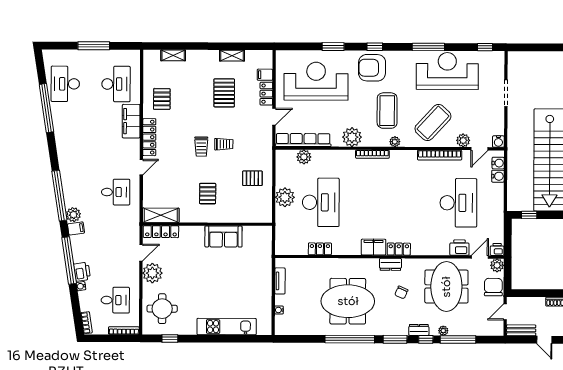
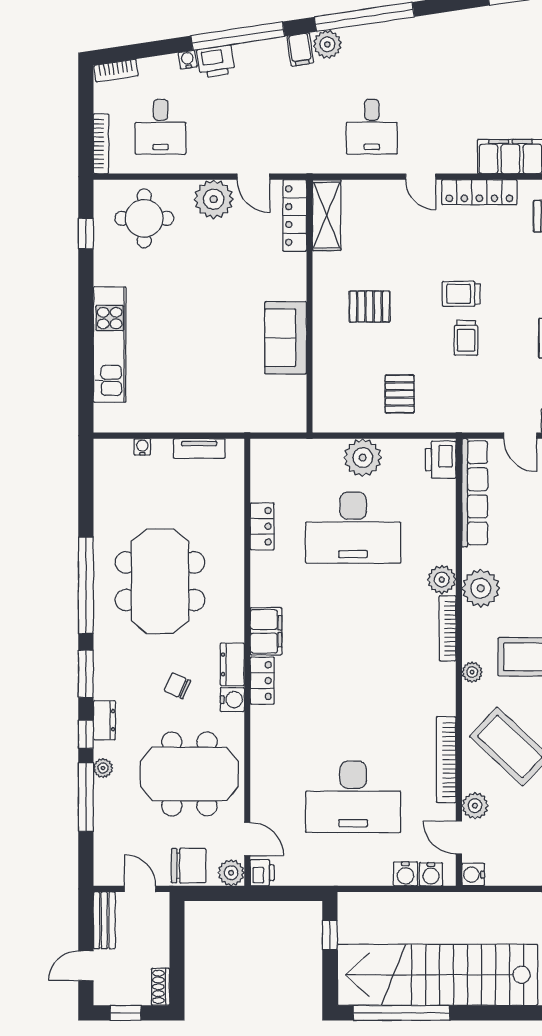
plant: (304, 157) -> (442, 580), moved
printer: (459, 248) -> (441, 460), moved, turned 180
water cooler: (408, 264) -> (232, 700), added

